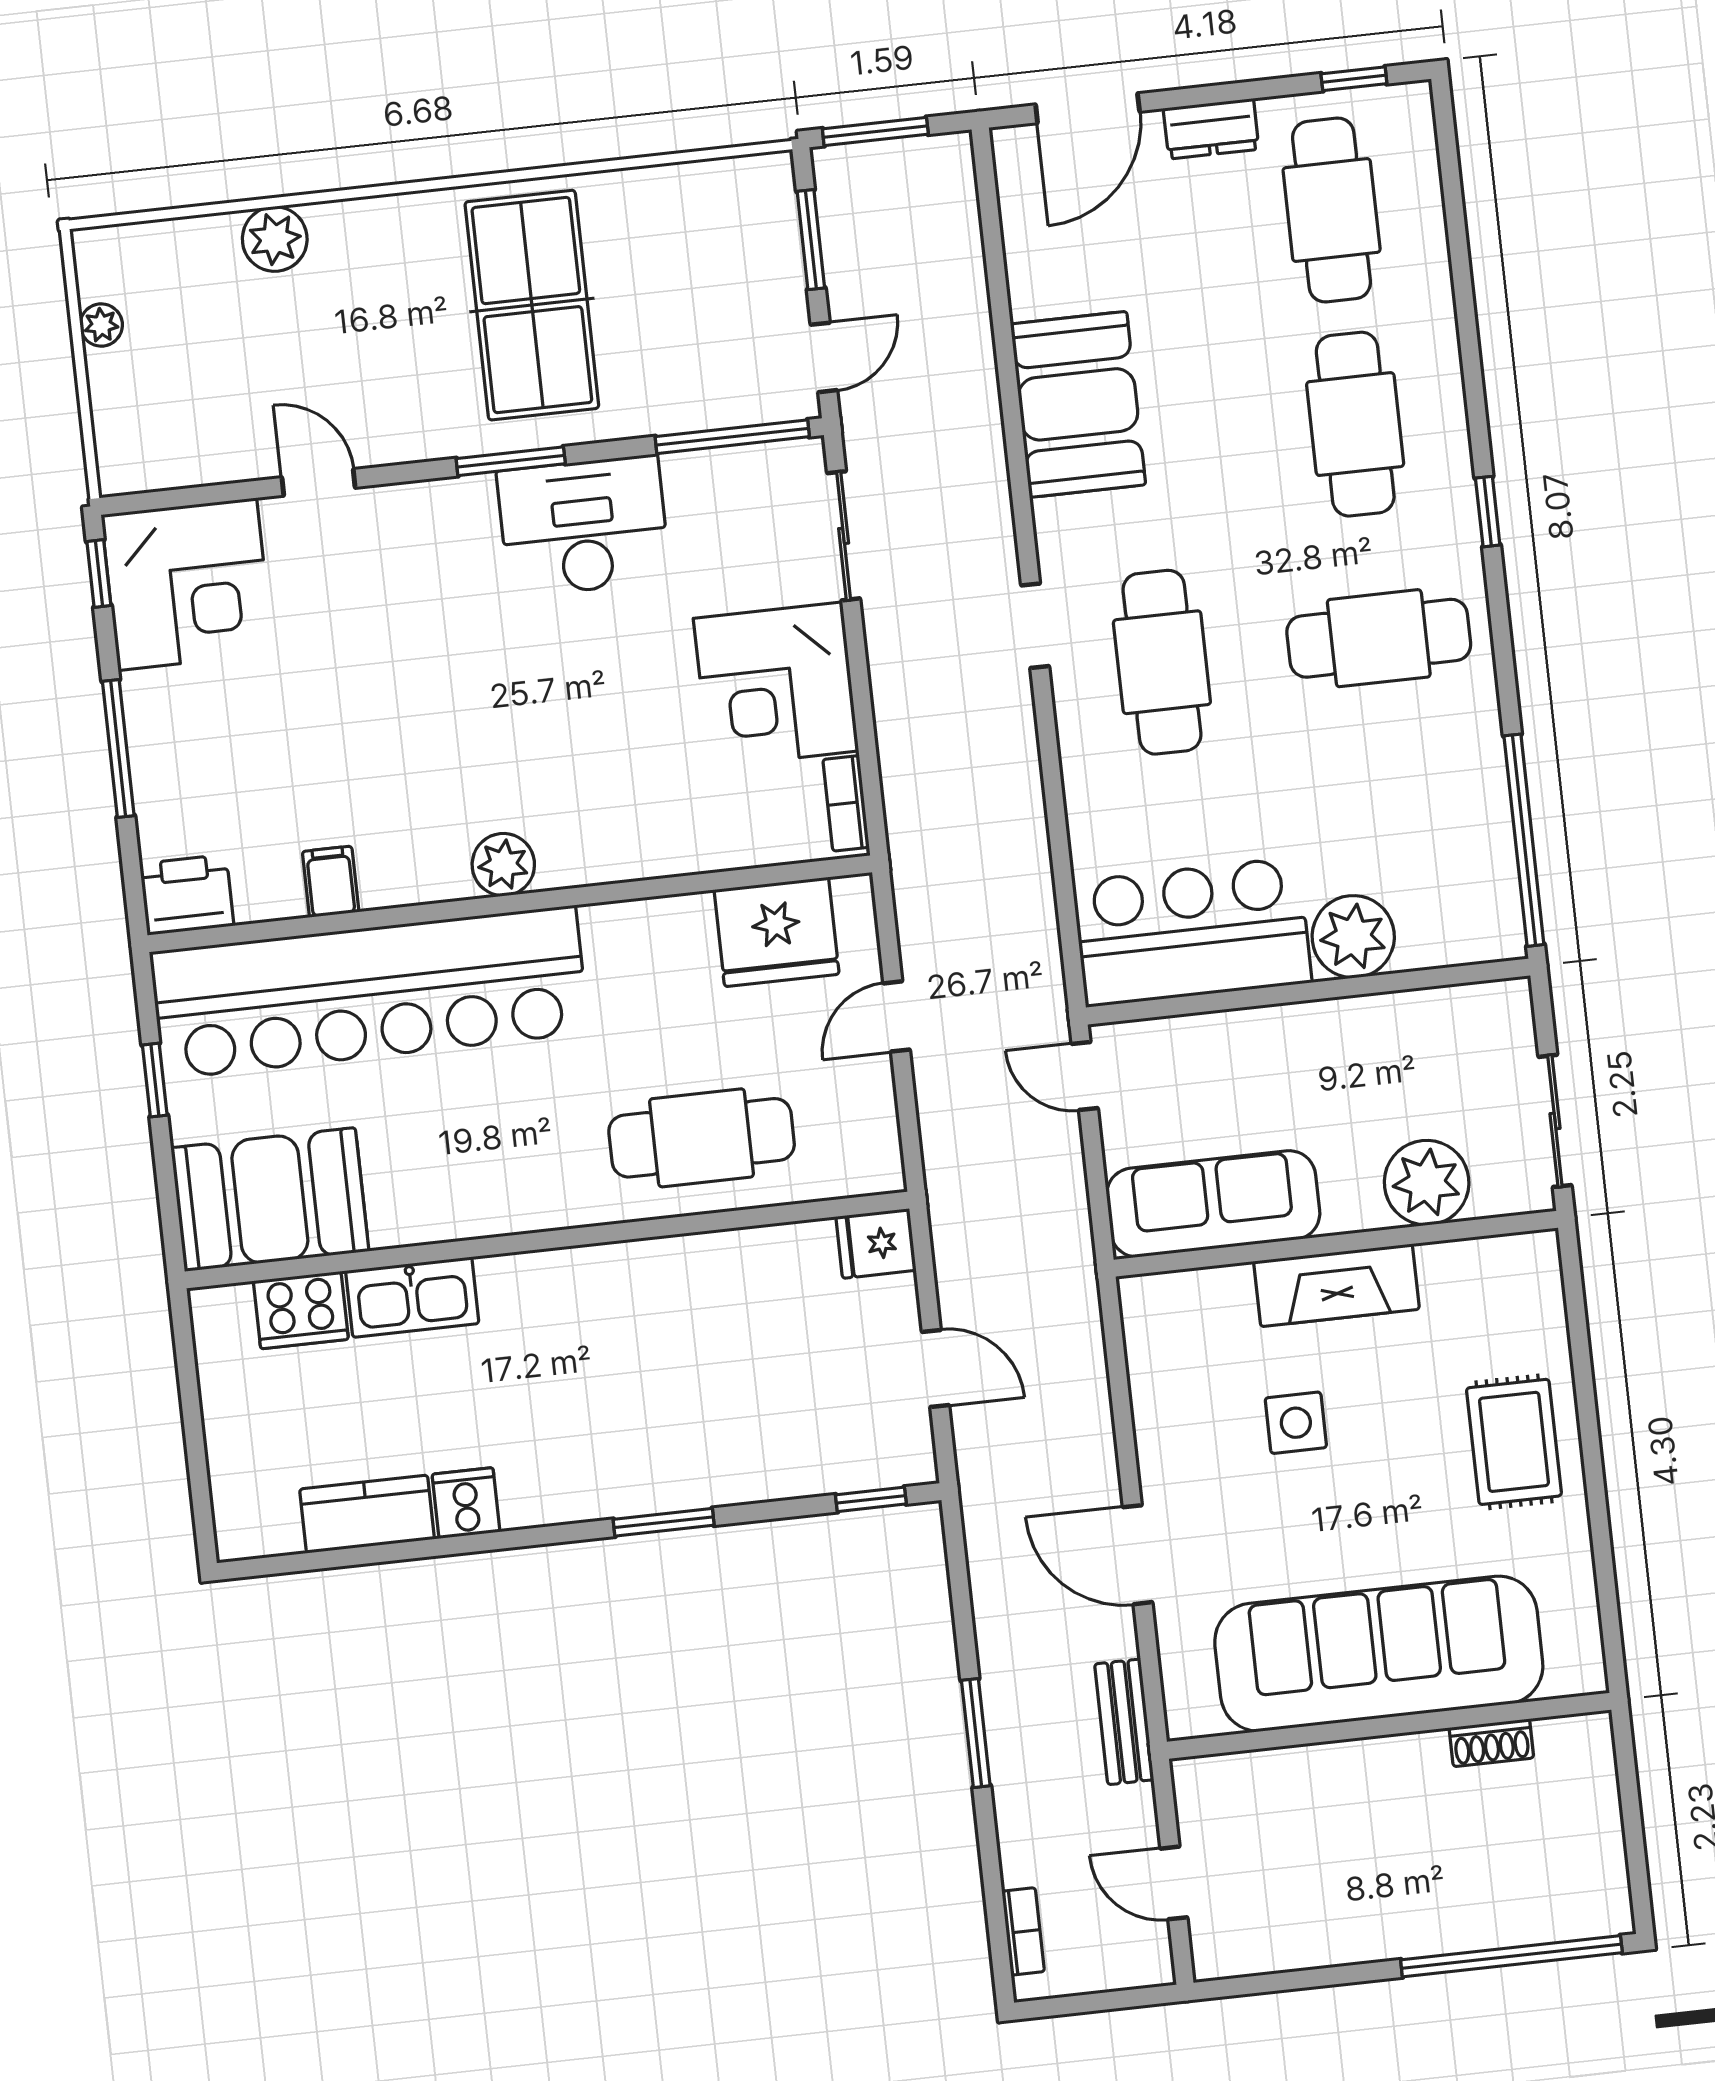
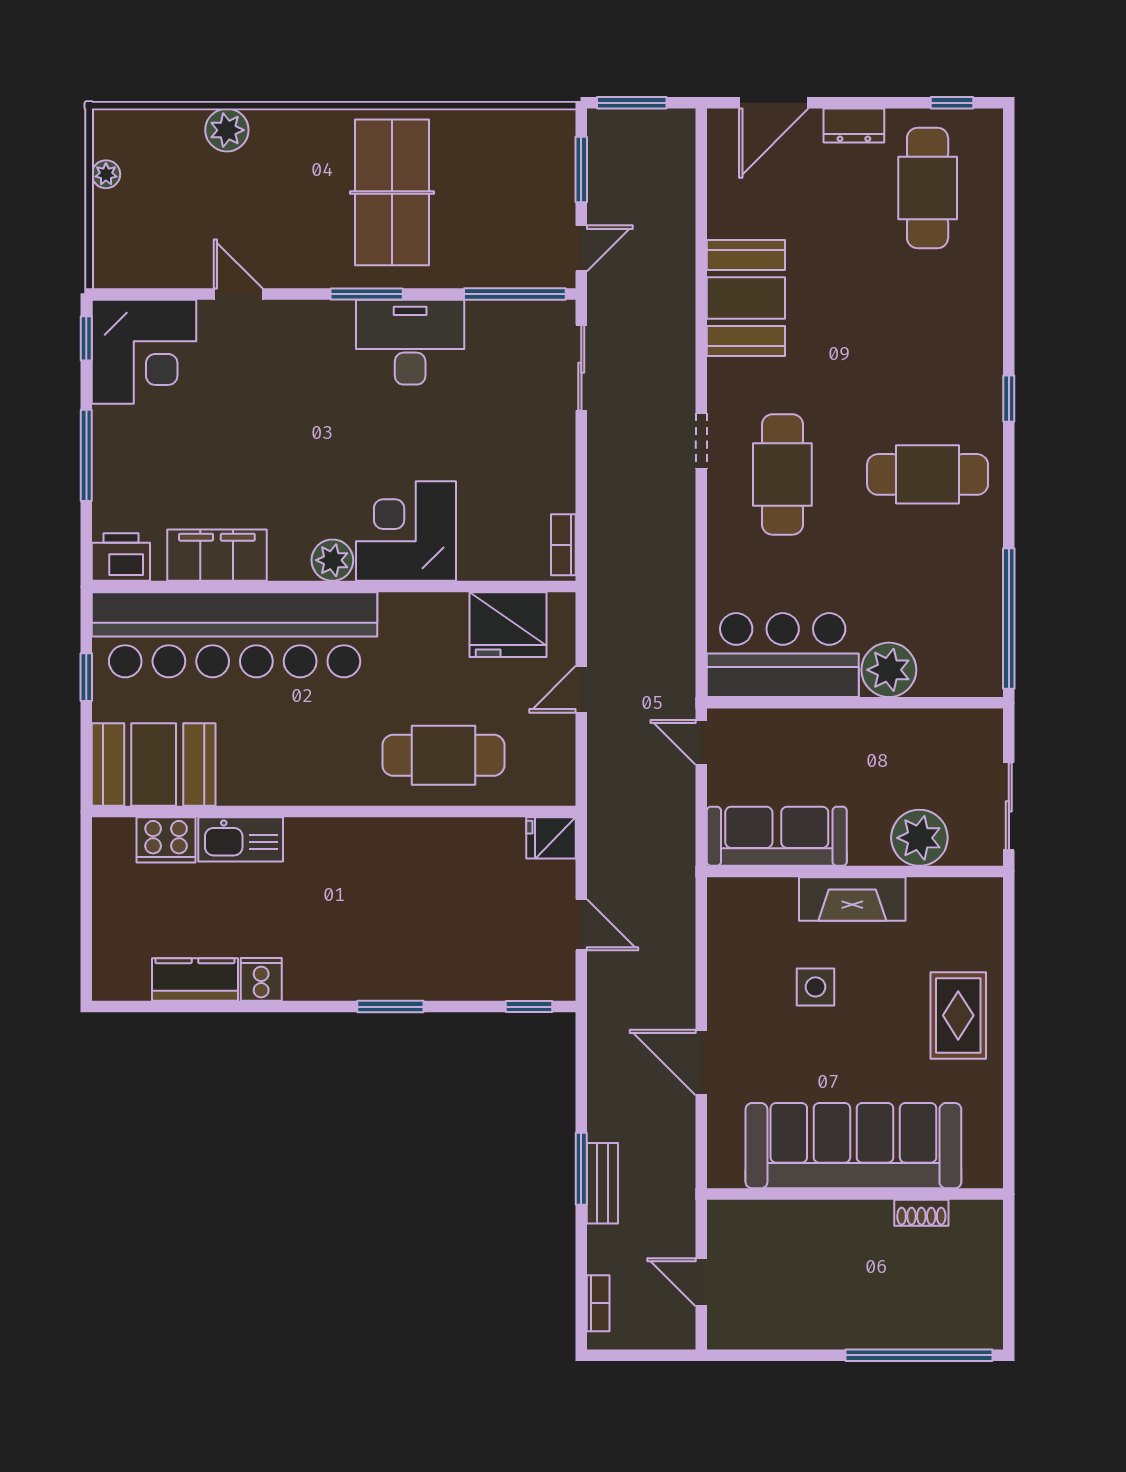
cafe table: (1355, 424) -> (928, 331), removed
corner desk: (776, 685) -> (406, 531), moved, turned 90
filing cabinet: (331, 882) -> (217, 555), width x3.00, depth x1.17
bench: (1124, 1722) -> (602, 1183), moved

